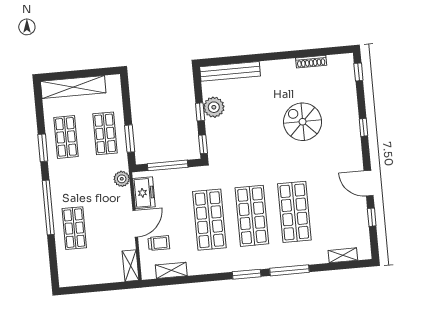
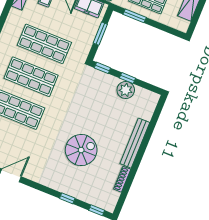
bench: (230, 71) -> (135, 143), moved
window: (363, 127) -> (67, 198), moved
window: (168, 165) -> (100, 34), width x0.69

